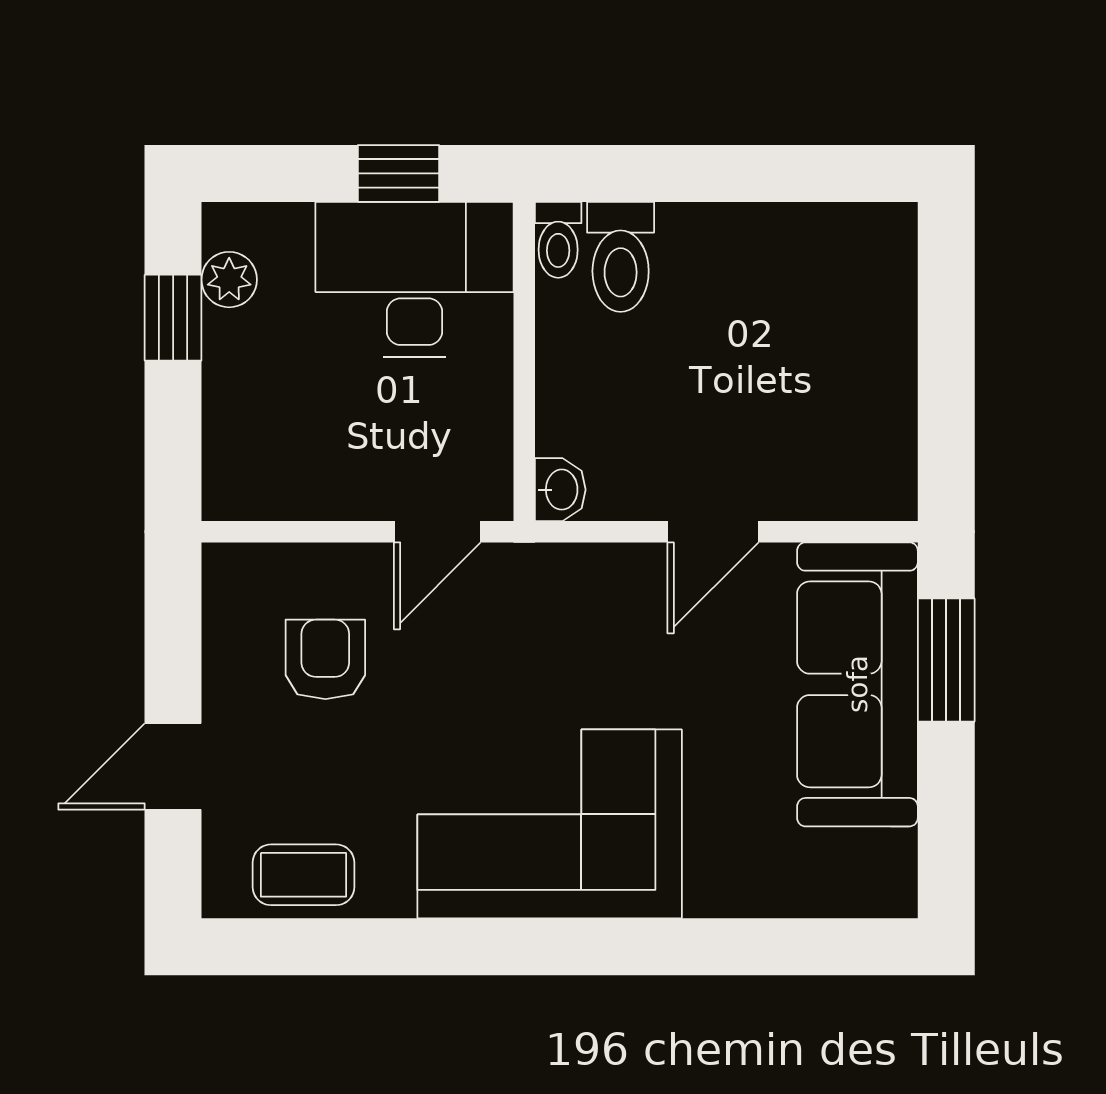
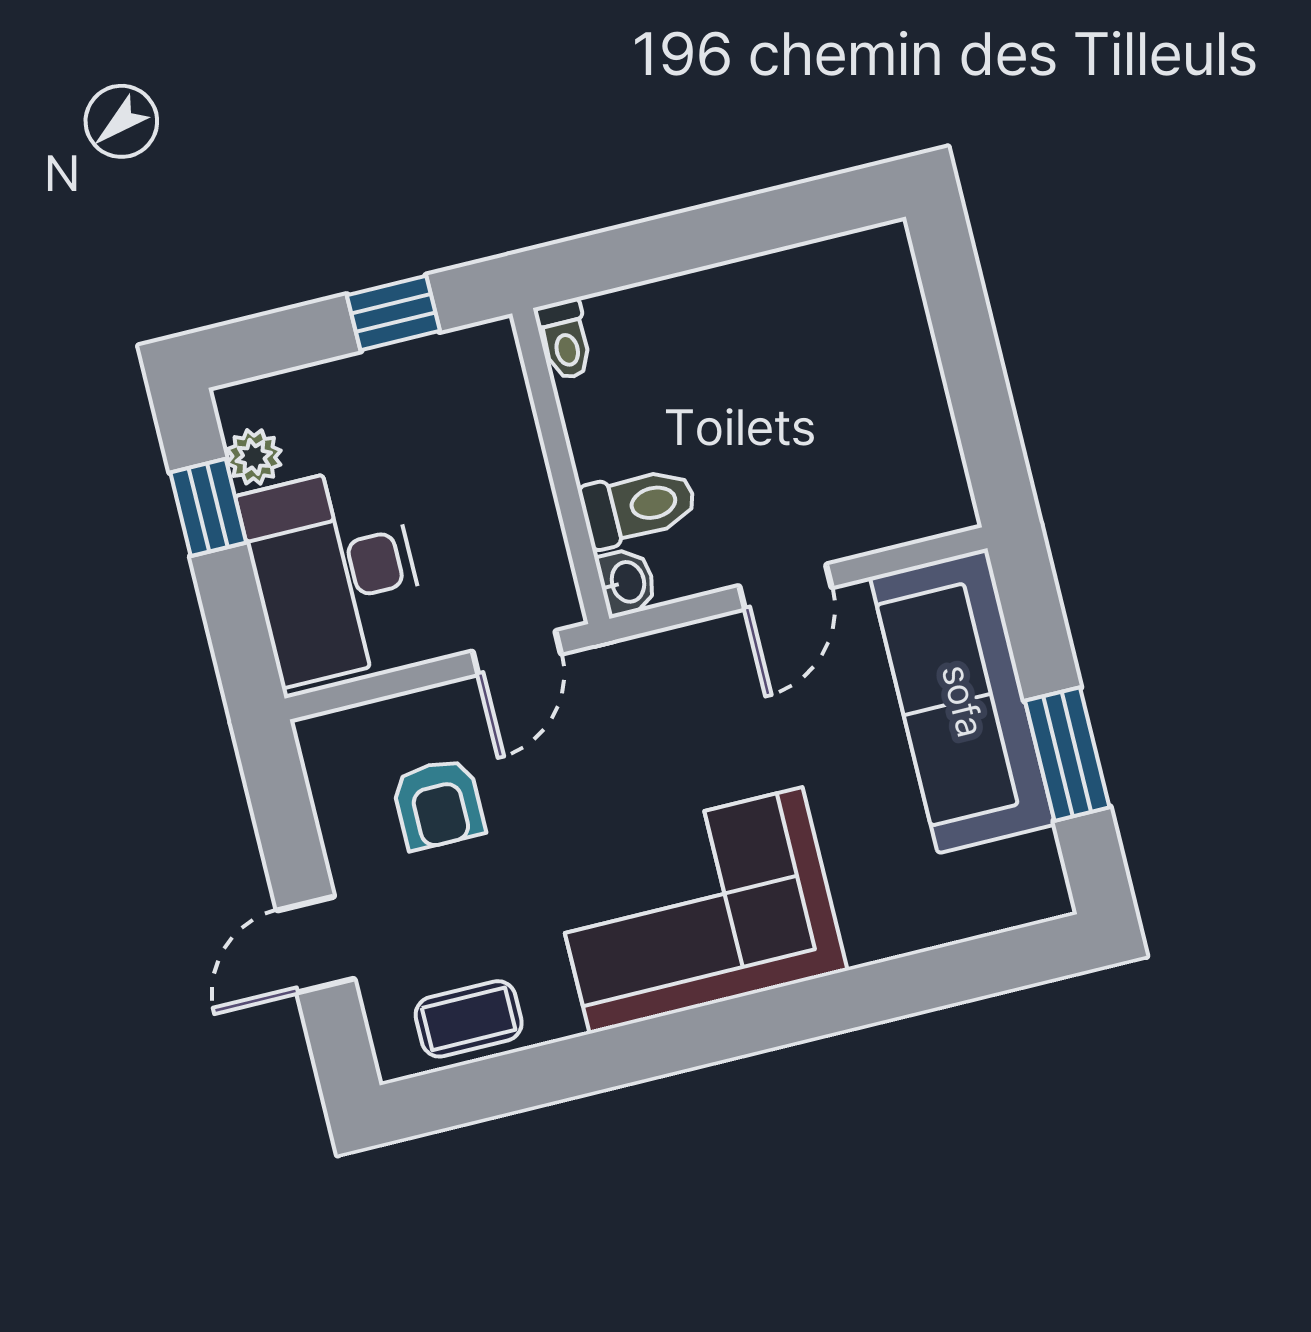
toilet: (621, 257) -> (638, 506), moved, turned -90
desk: (415, 280) -> (334, 574), moved, turned -90
armchair: (325, 659) -> (438, 804), turned 180
window: (946, 660) -> (1067, 754), moved

